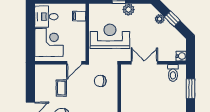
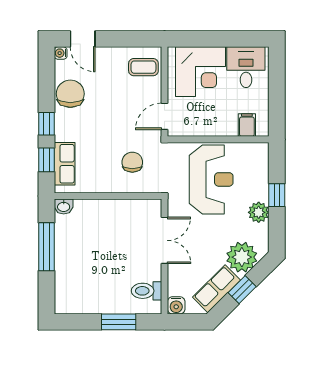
plant: (160, 19) -> (242, 257), width x1.87, depth x1.87
row of seats: (172, 33) -> (216, 289), added
door: (74, 63) -> (165, 116), hinge flipped
coffee table: (61, 88) -> (143, 67), moved

